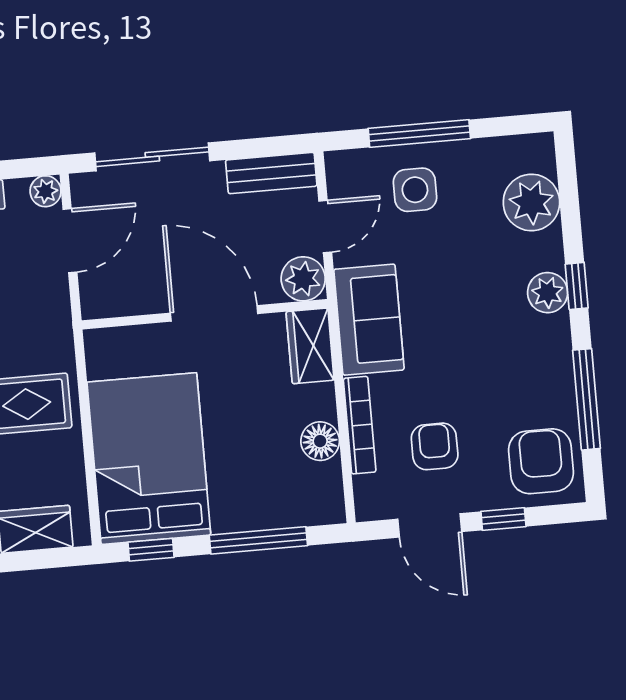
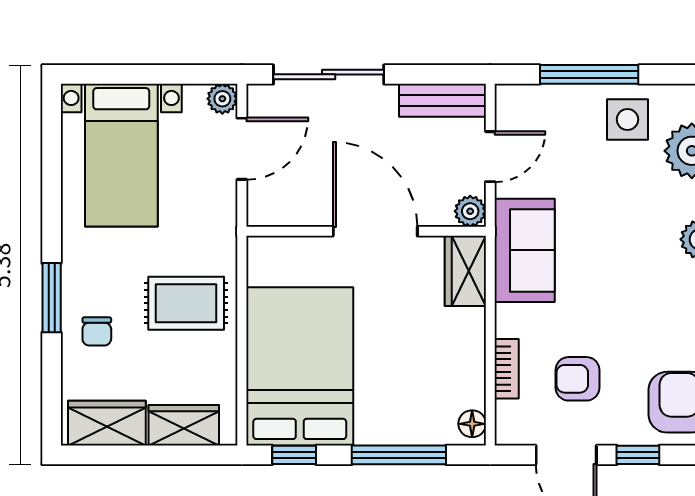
side table: (415, 190) -> (627, 119), moved
plant: (303, 279) -> (470, 211), width x0.73, depth x0.73
bookcase: (360, 425) -> (507, 369), width x0.64
floor lamp: (320, 441) -> (472, 424), moved, width x0.73, depth x0.73
armchair: (435, 446) -> (577, 379), turned -90

